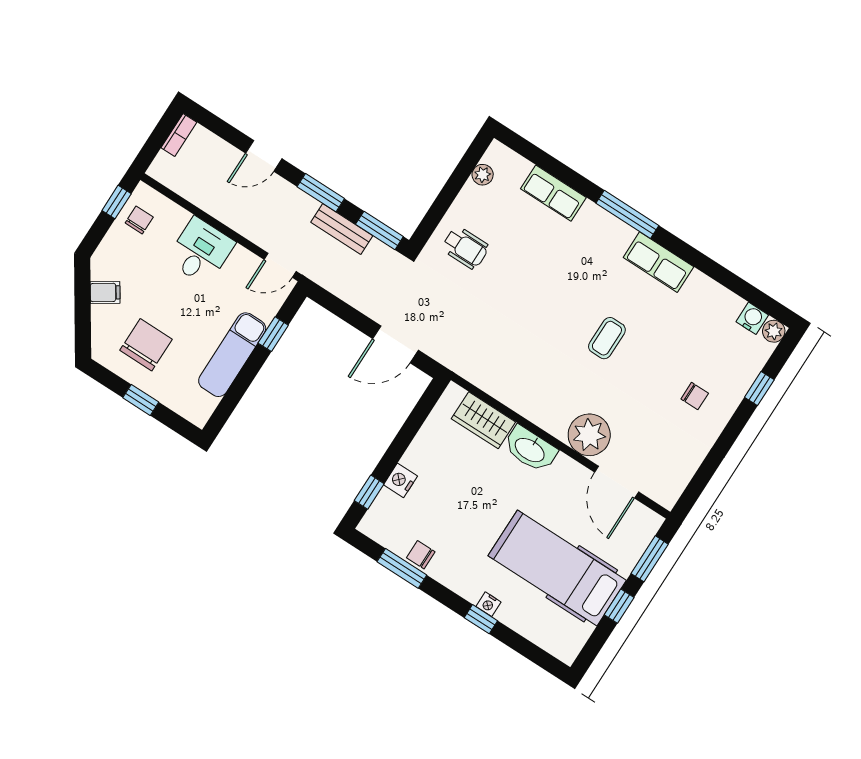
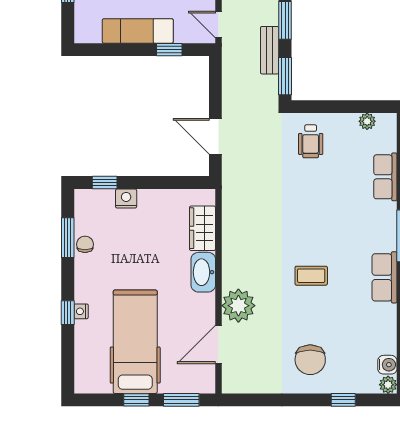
chair: (695, 396) -> (310, 360), width x1.87, depth x1.87

